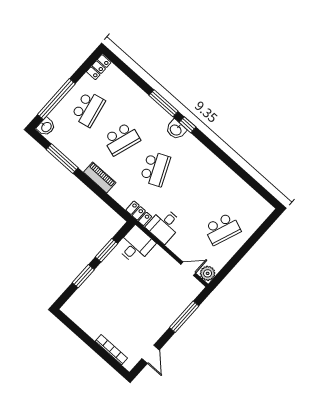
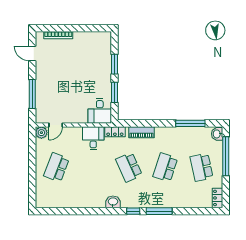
washbasin: (176, 130) -> (113, 202), moved
piano: (100, 177) -> (142, 132), moved

